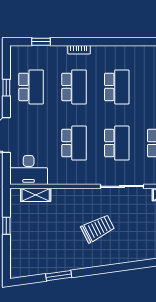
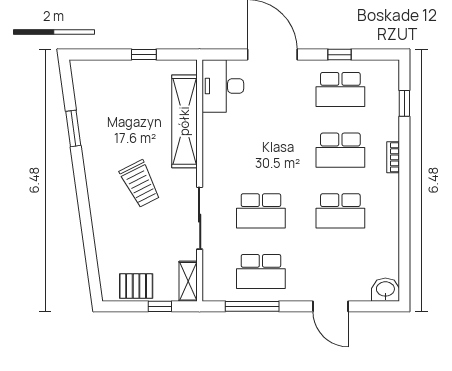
school desk: (74, 143) -> (261, 150), removed
shelving: (36, 195) -> (184, 121), width x2.20, depth x1.33

